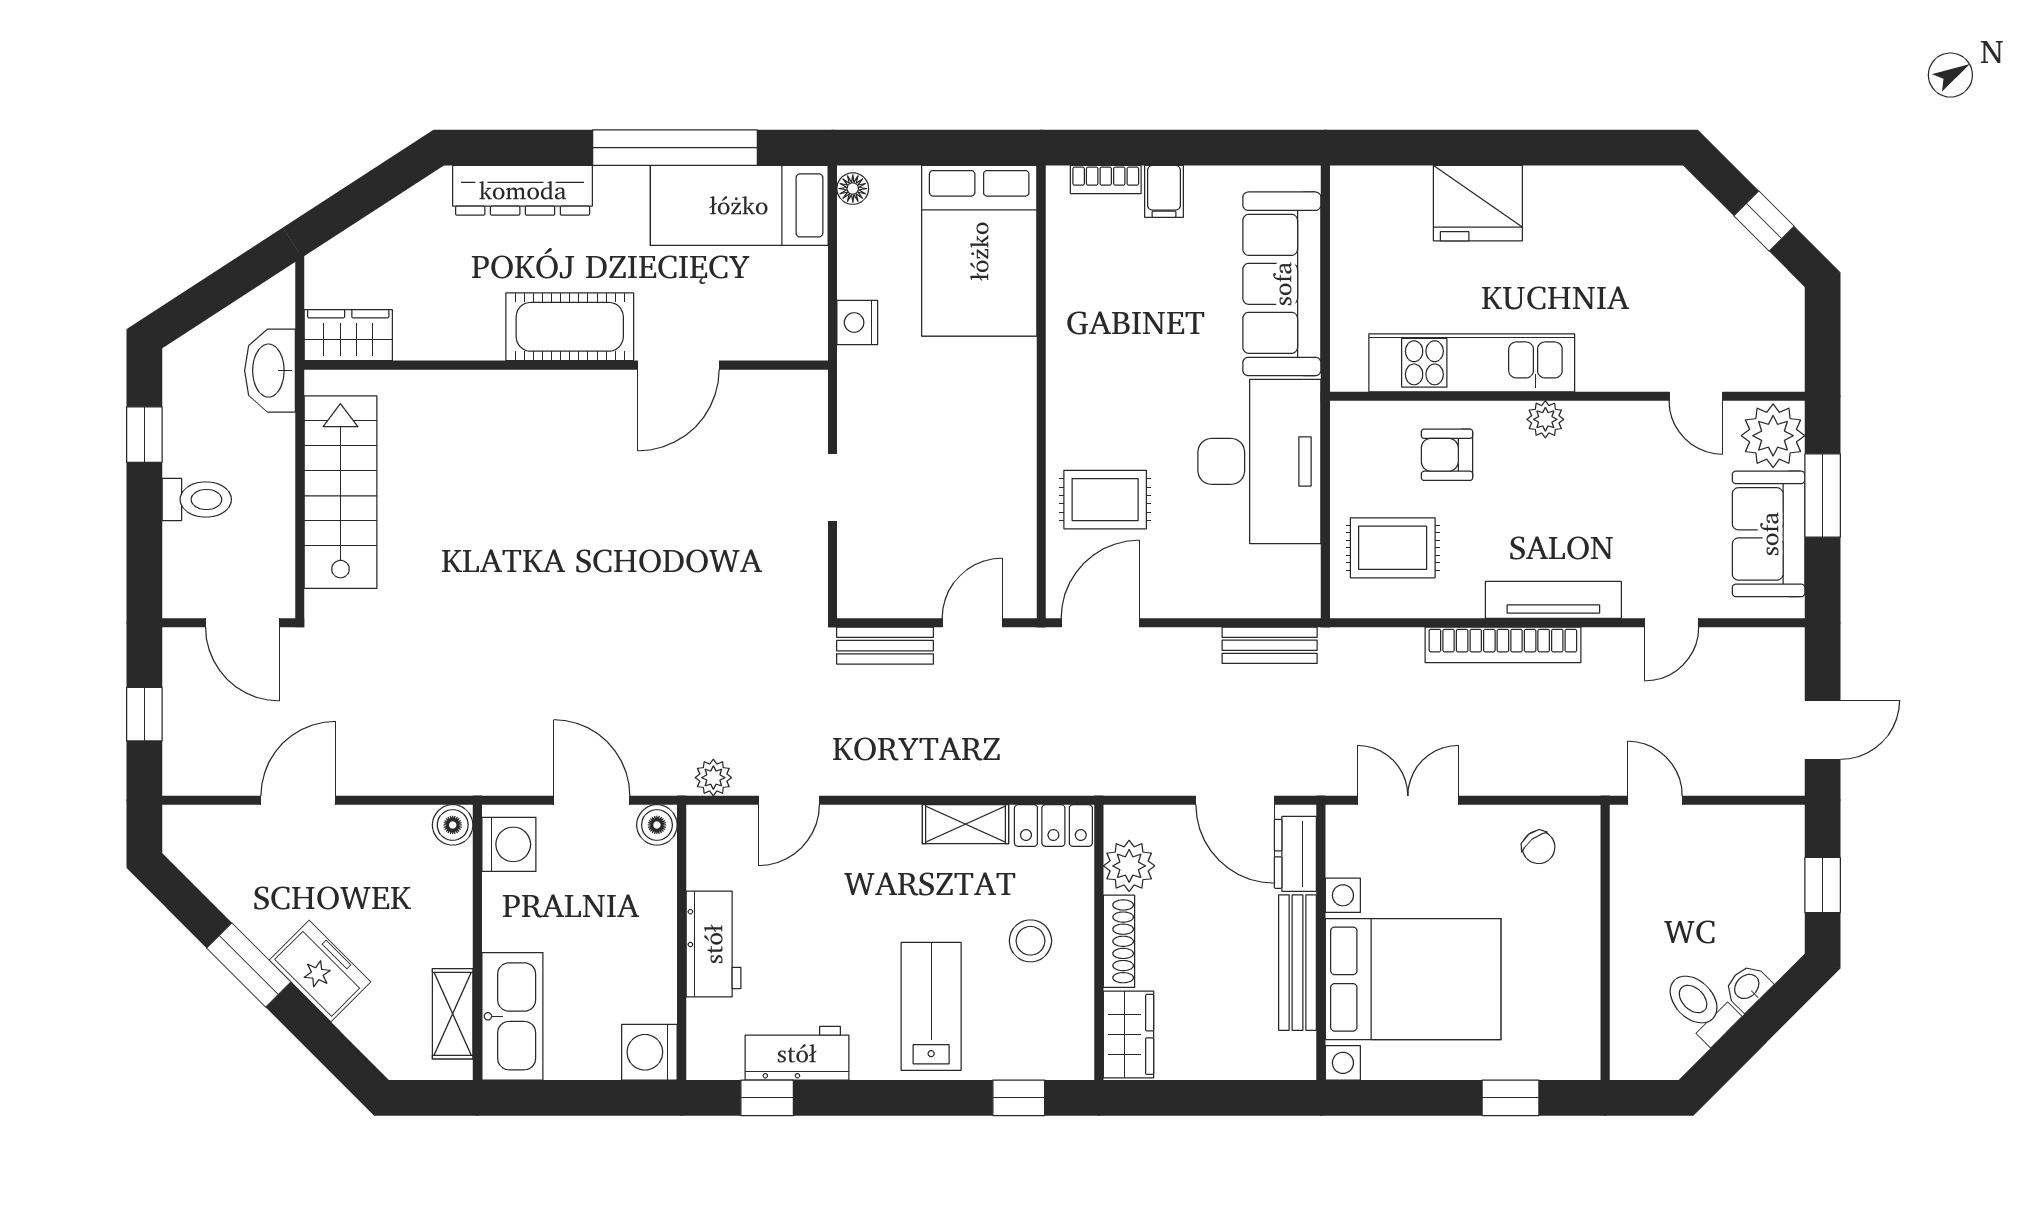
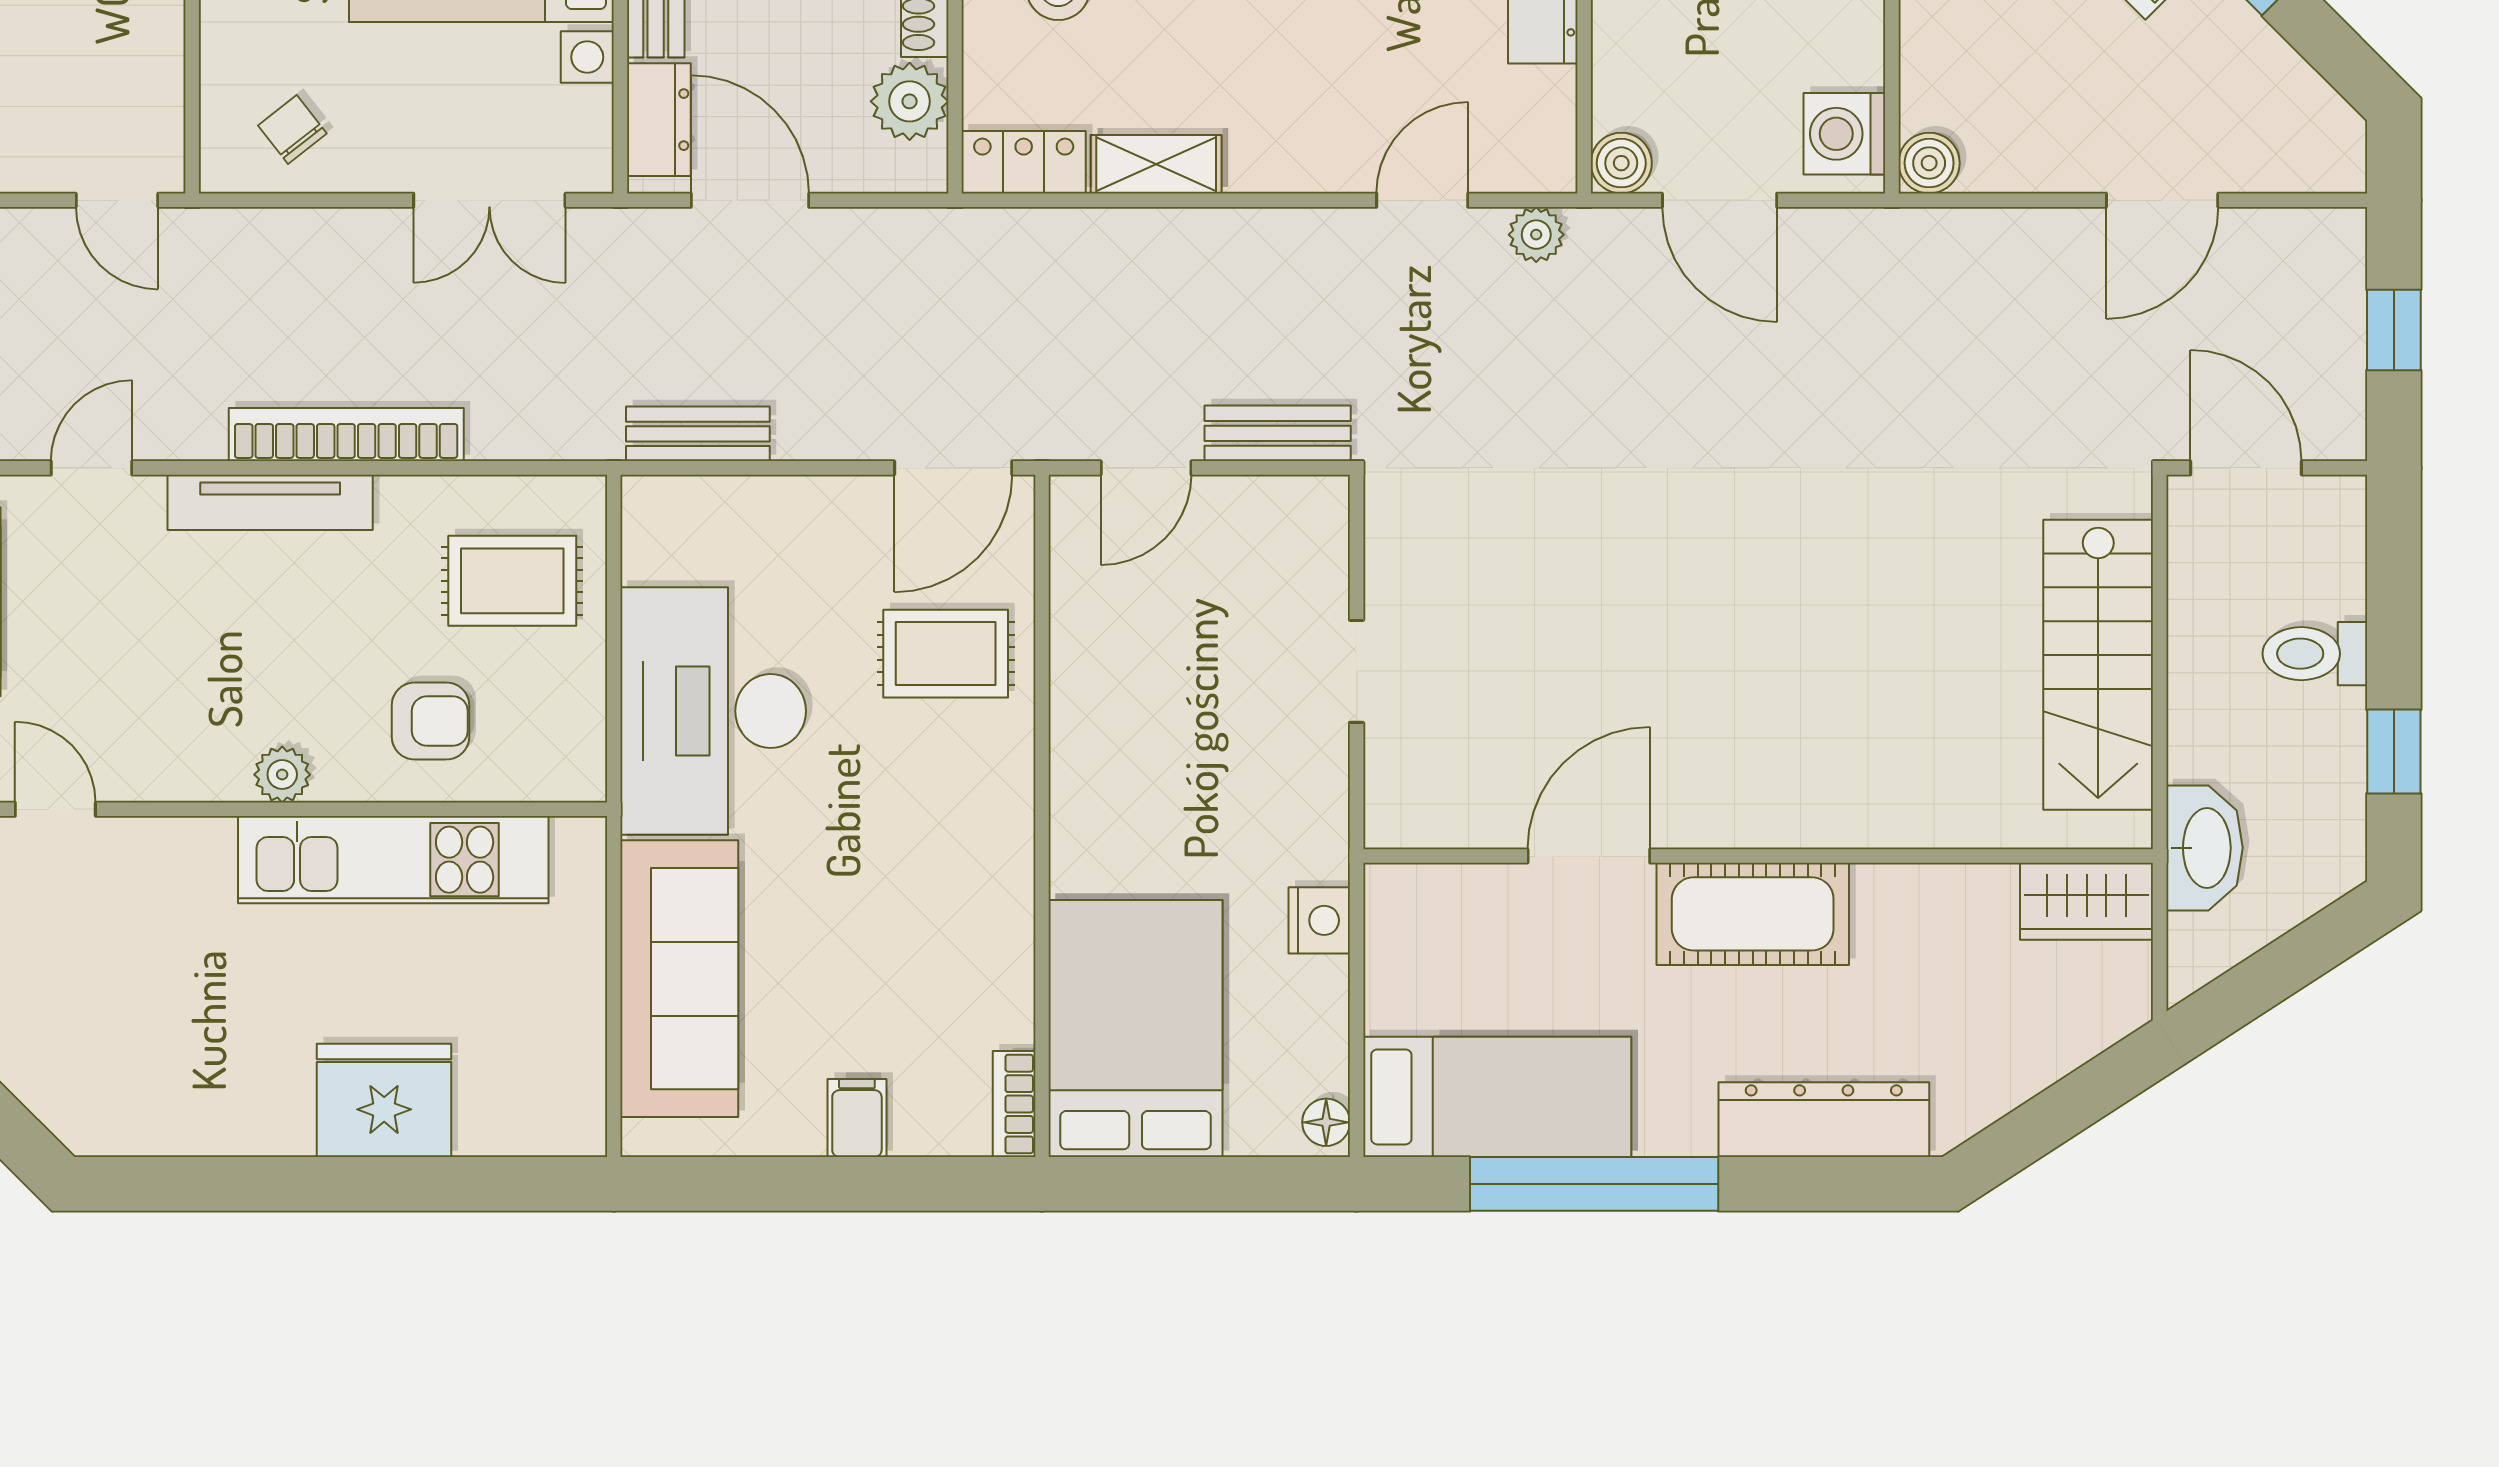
bookcase: (1106, 180) -> (1014, 1104), moved, turned -90

